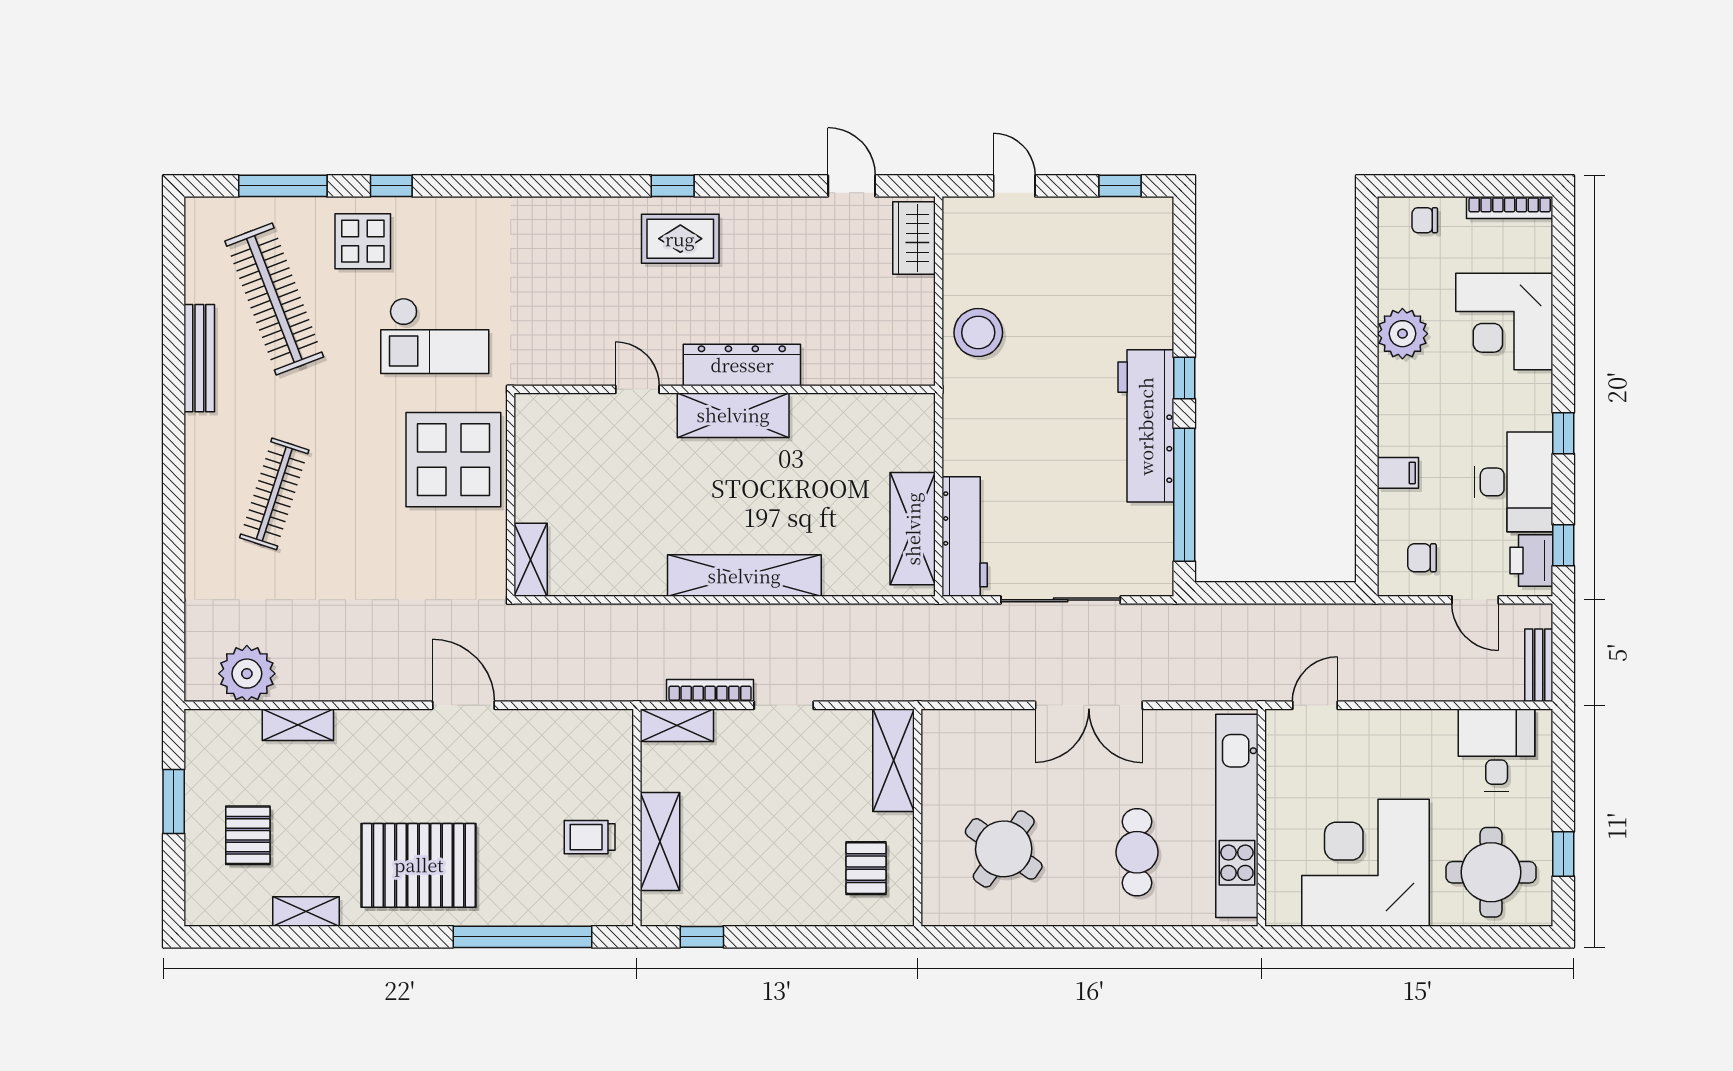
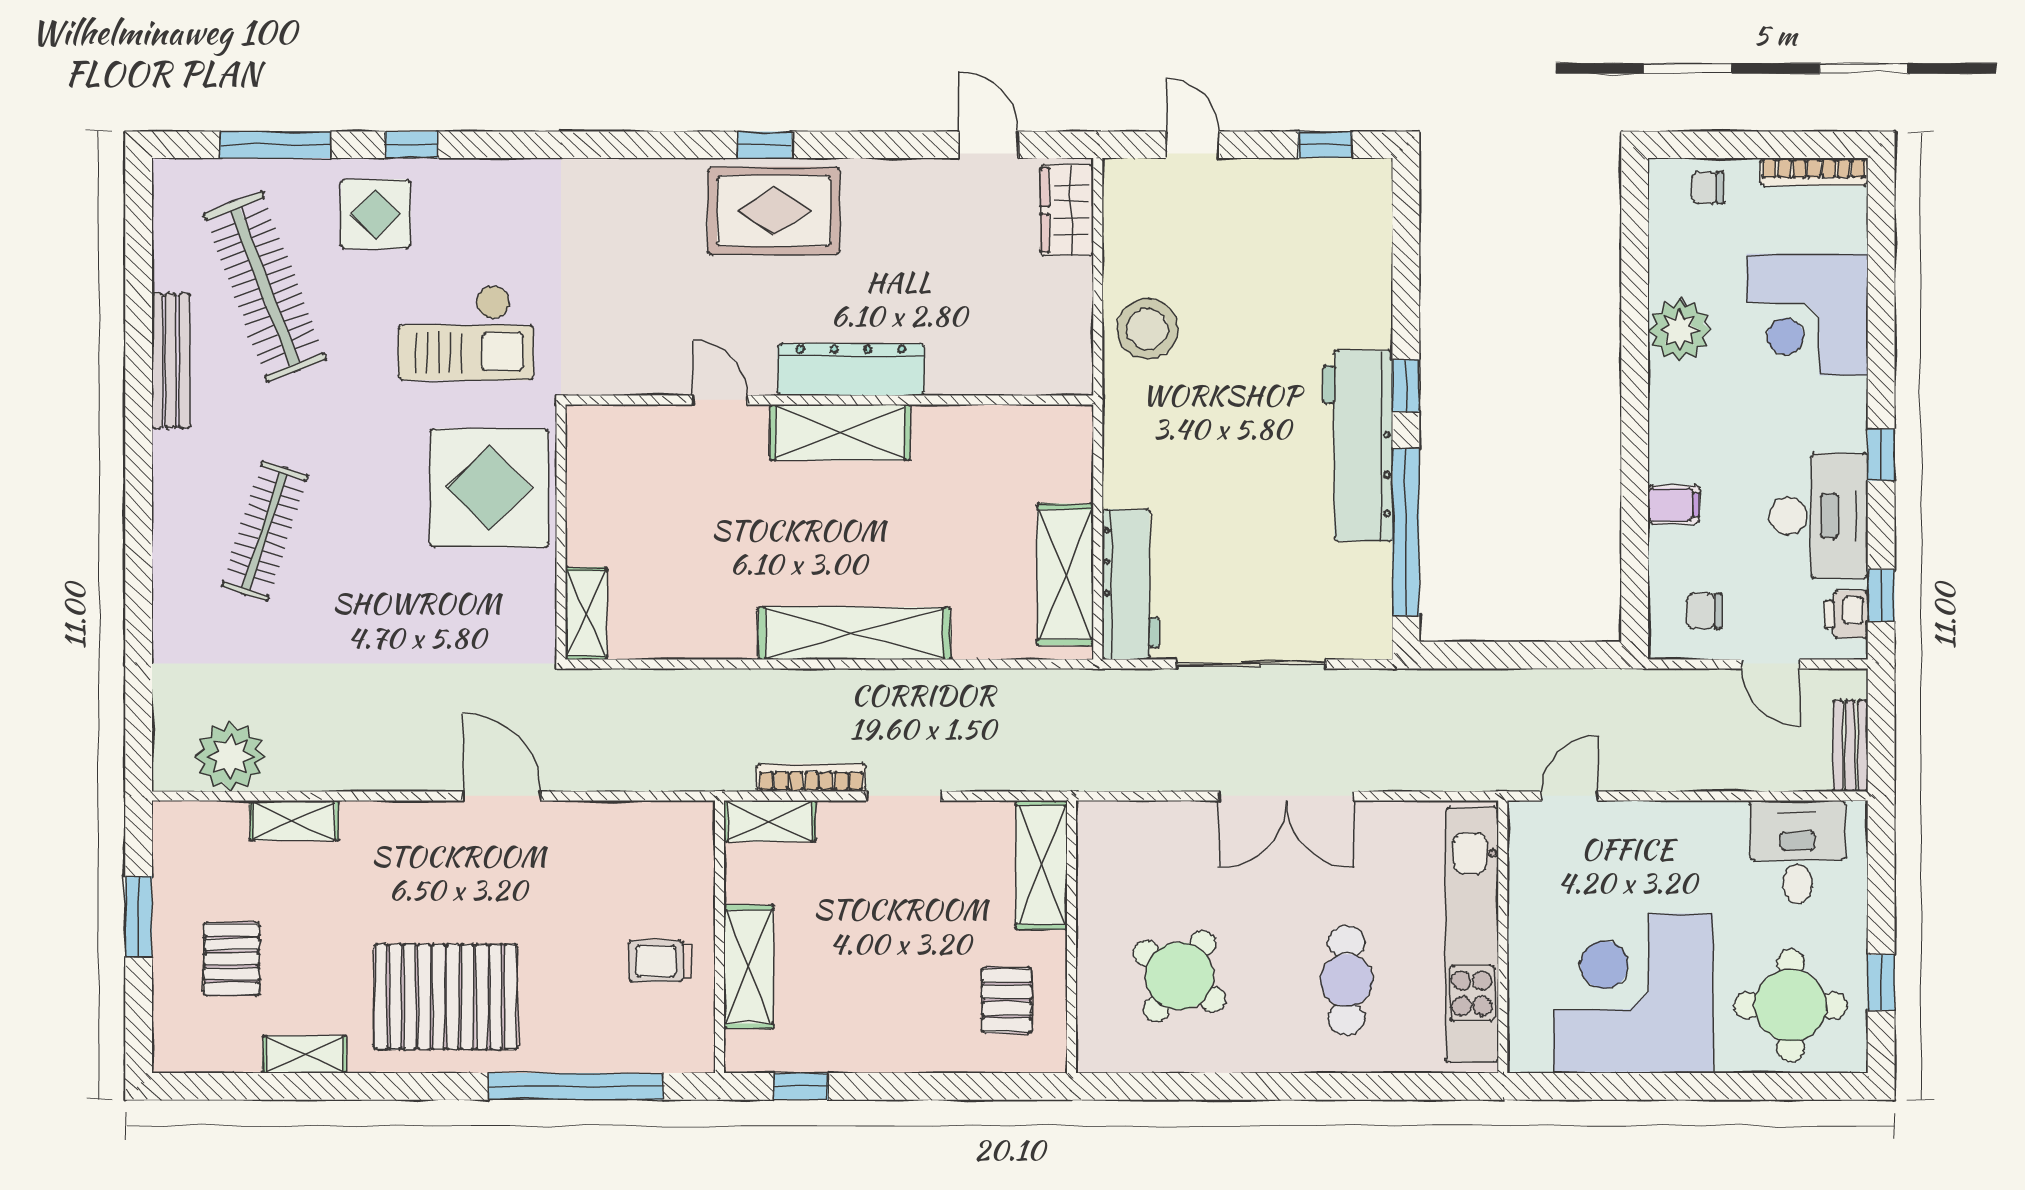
rug: (680, 239) -> (774, 211), width x1.36, depth x1.43
printer: (1531, 560) -> (1846, 614), width x0.73, depth x0.81

